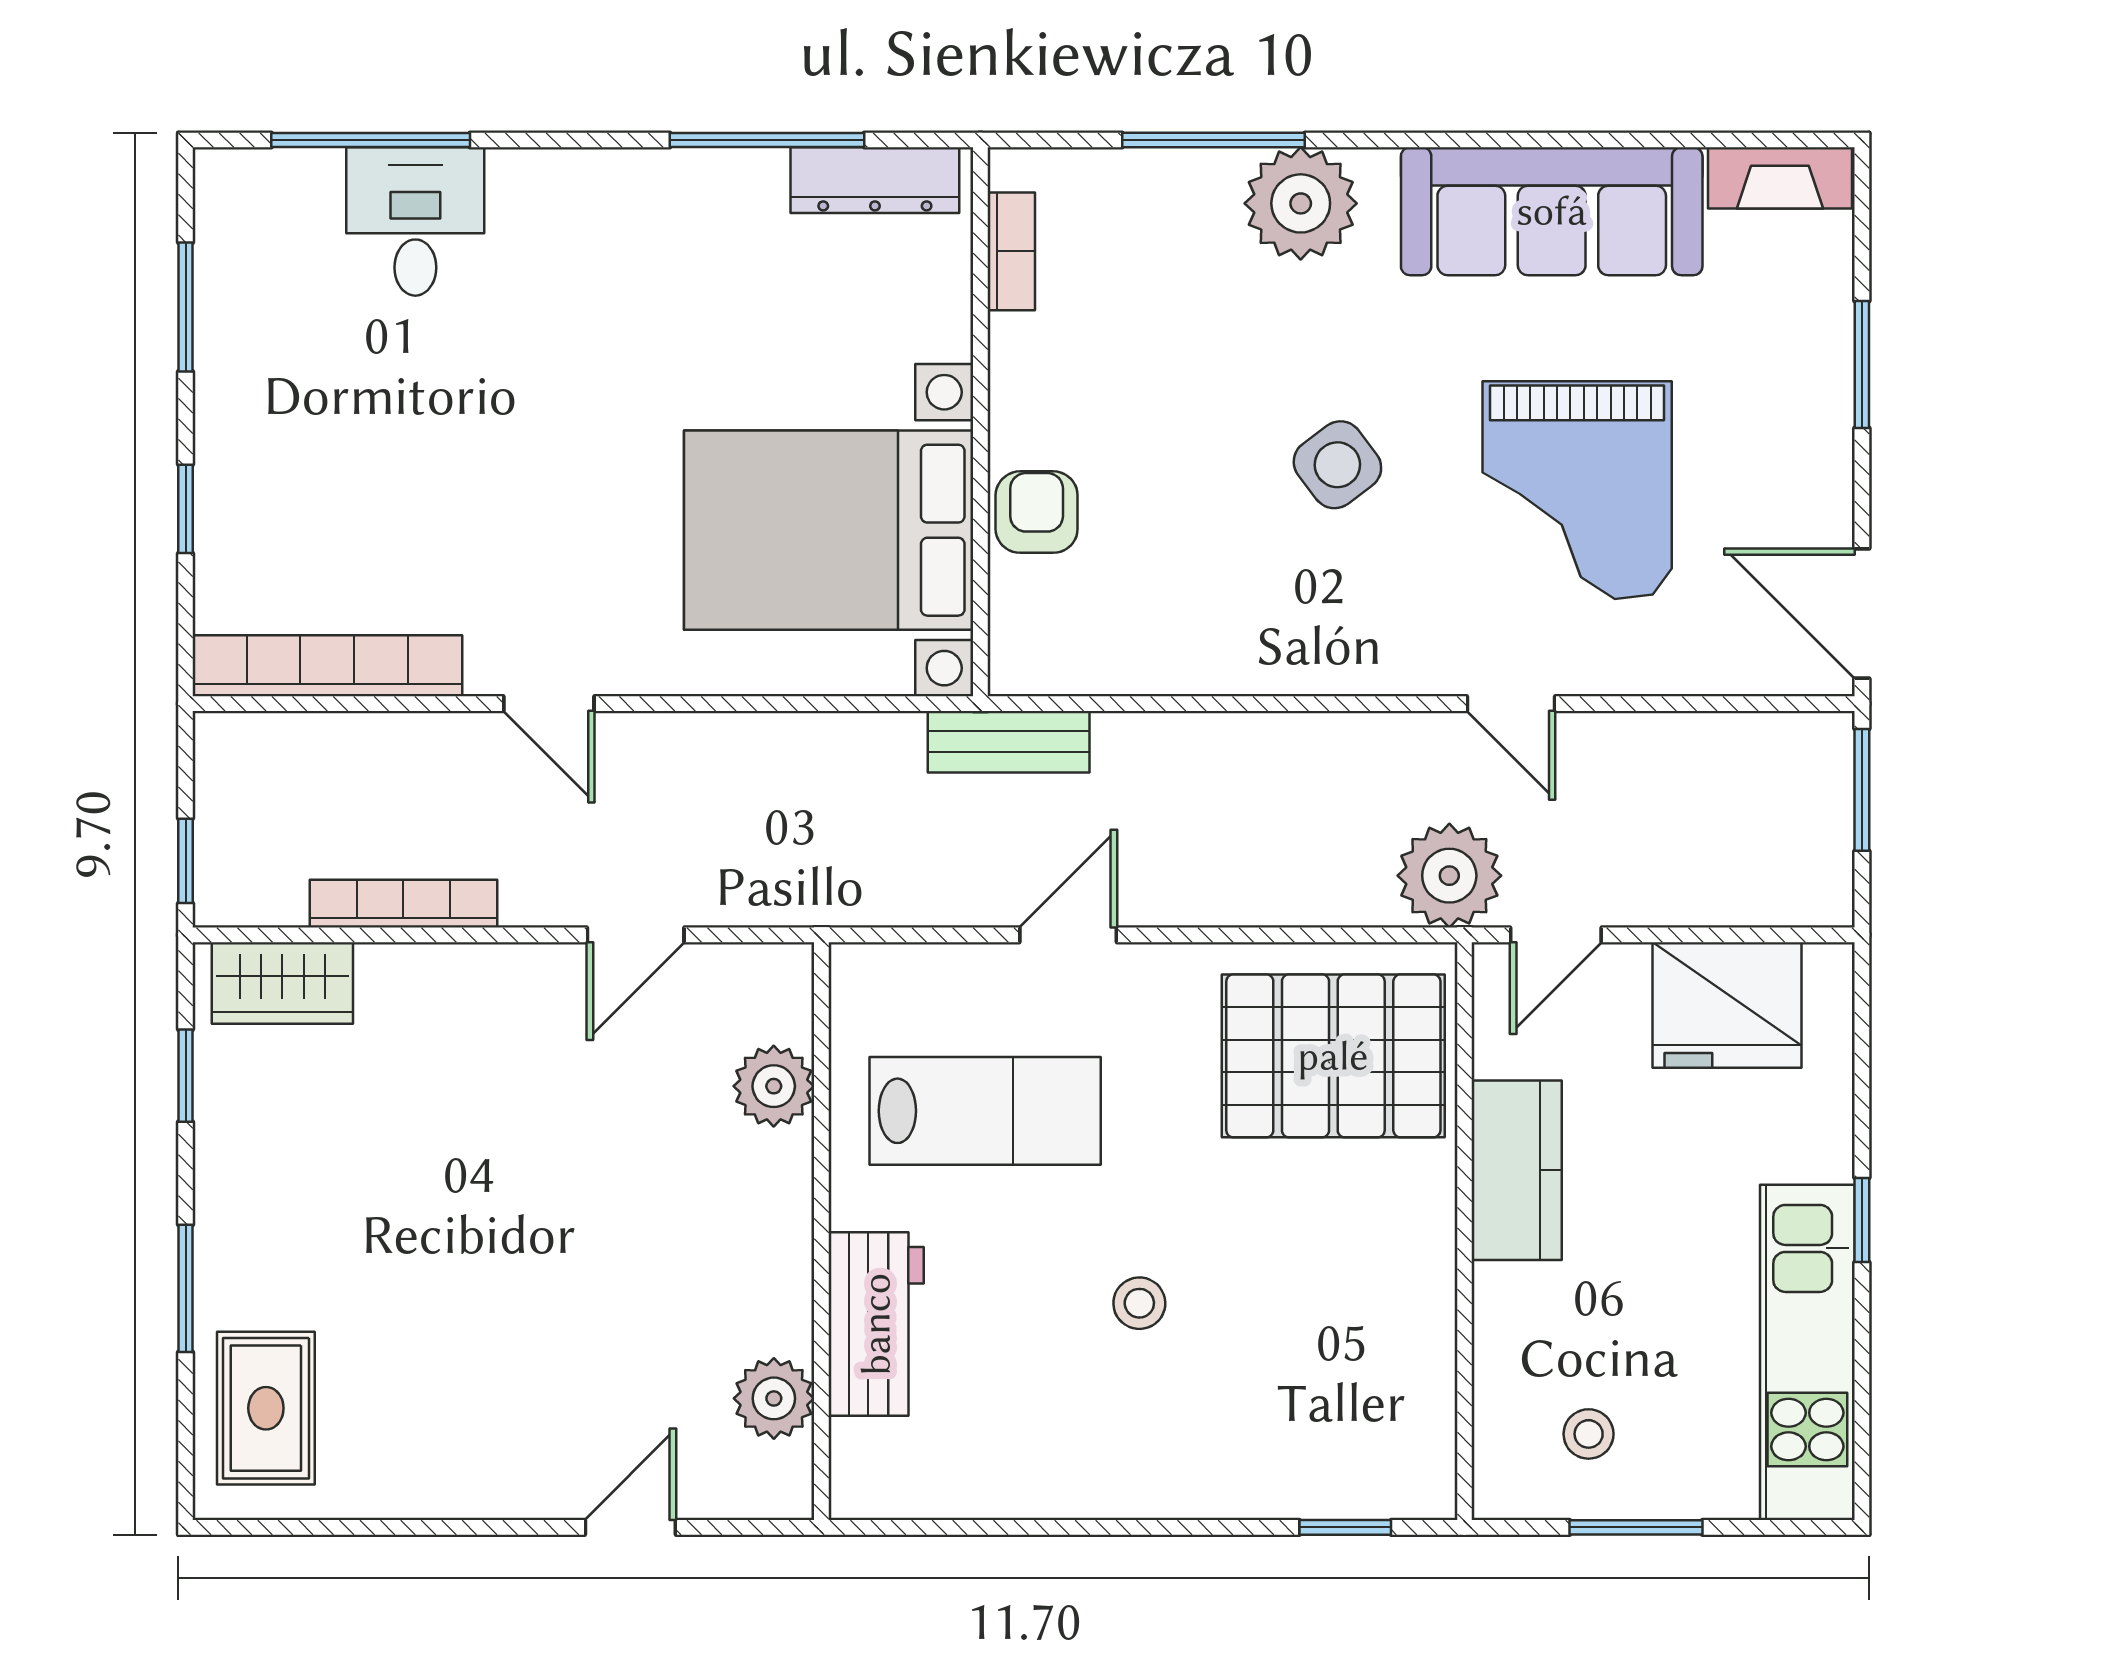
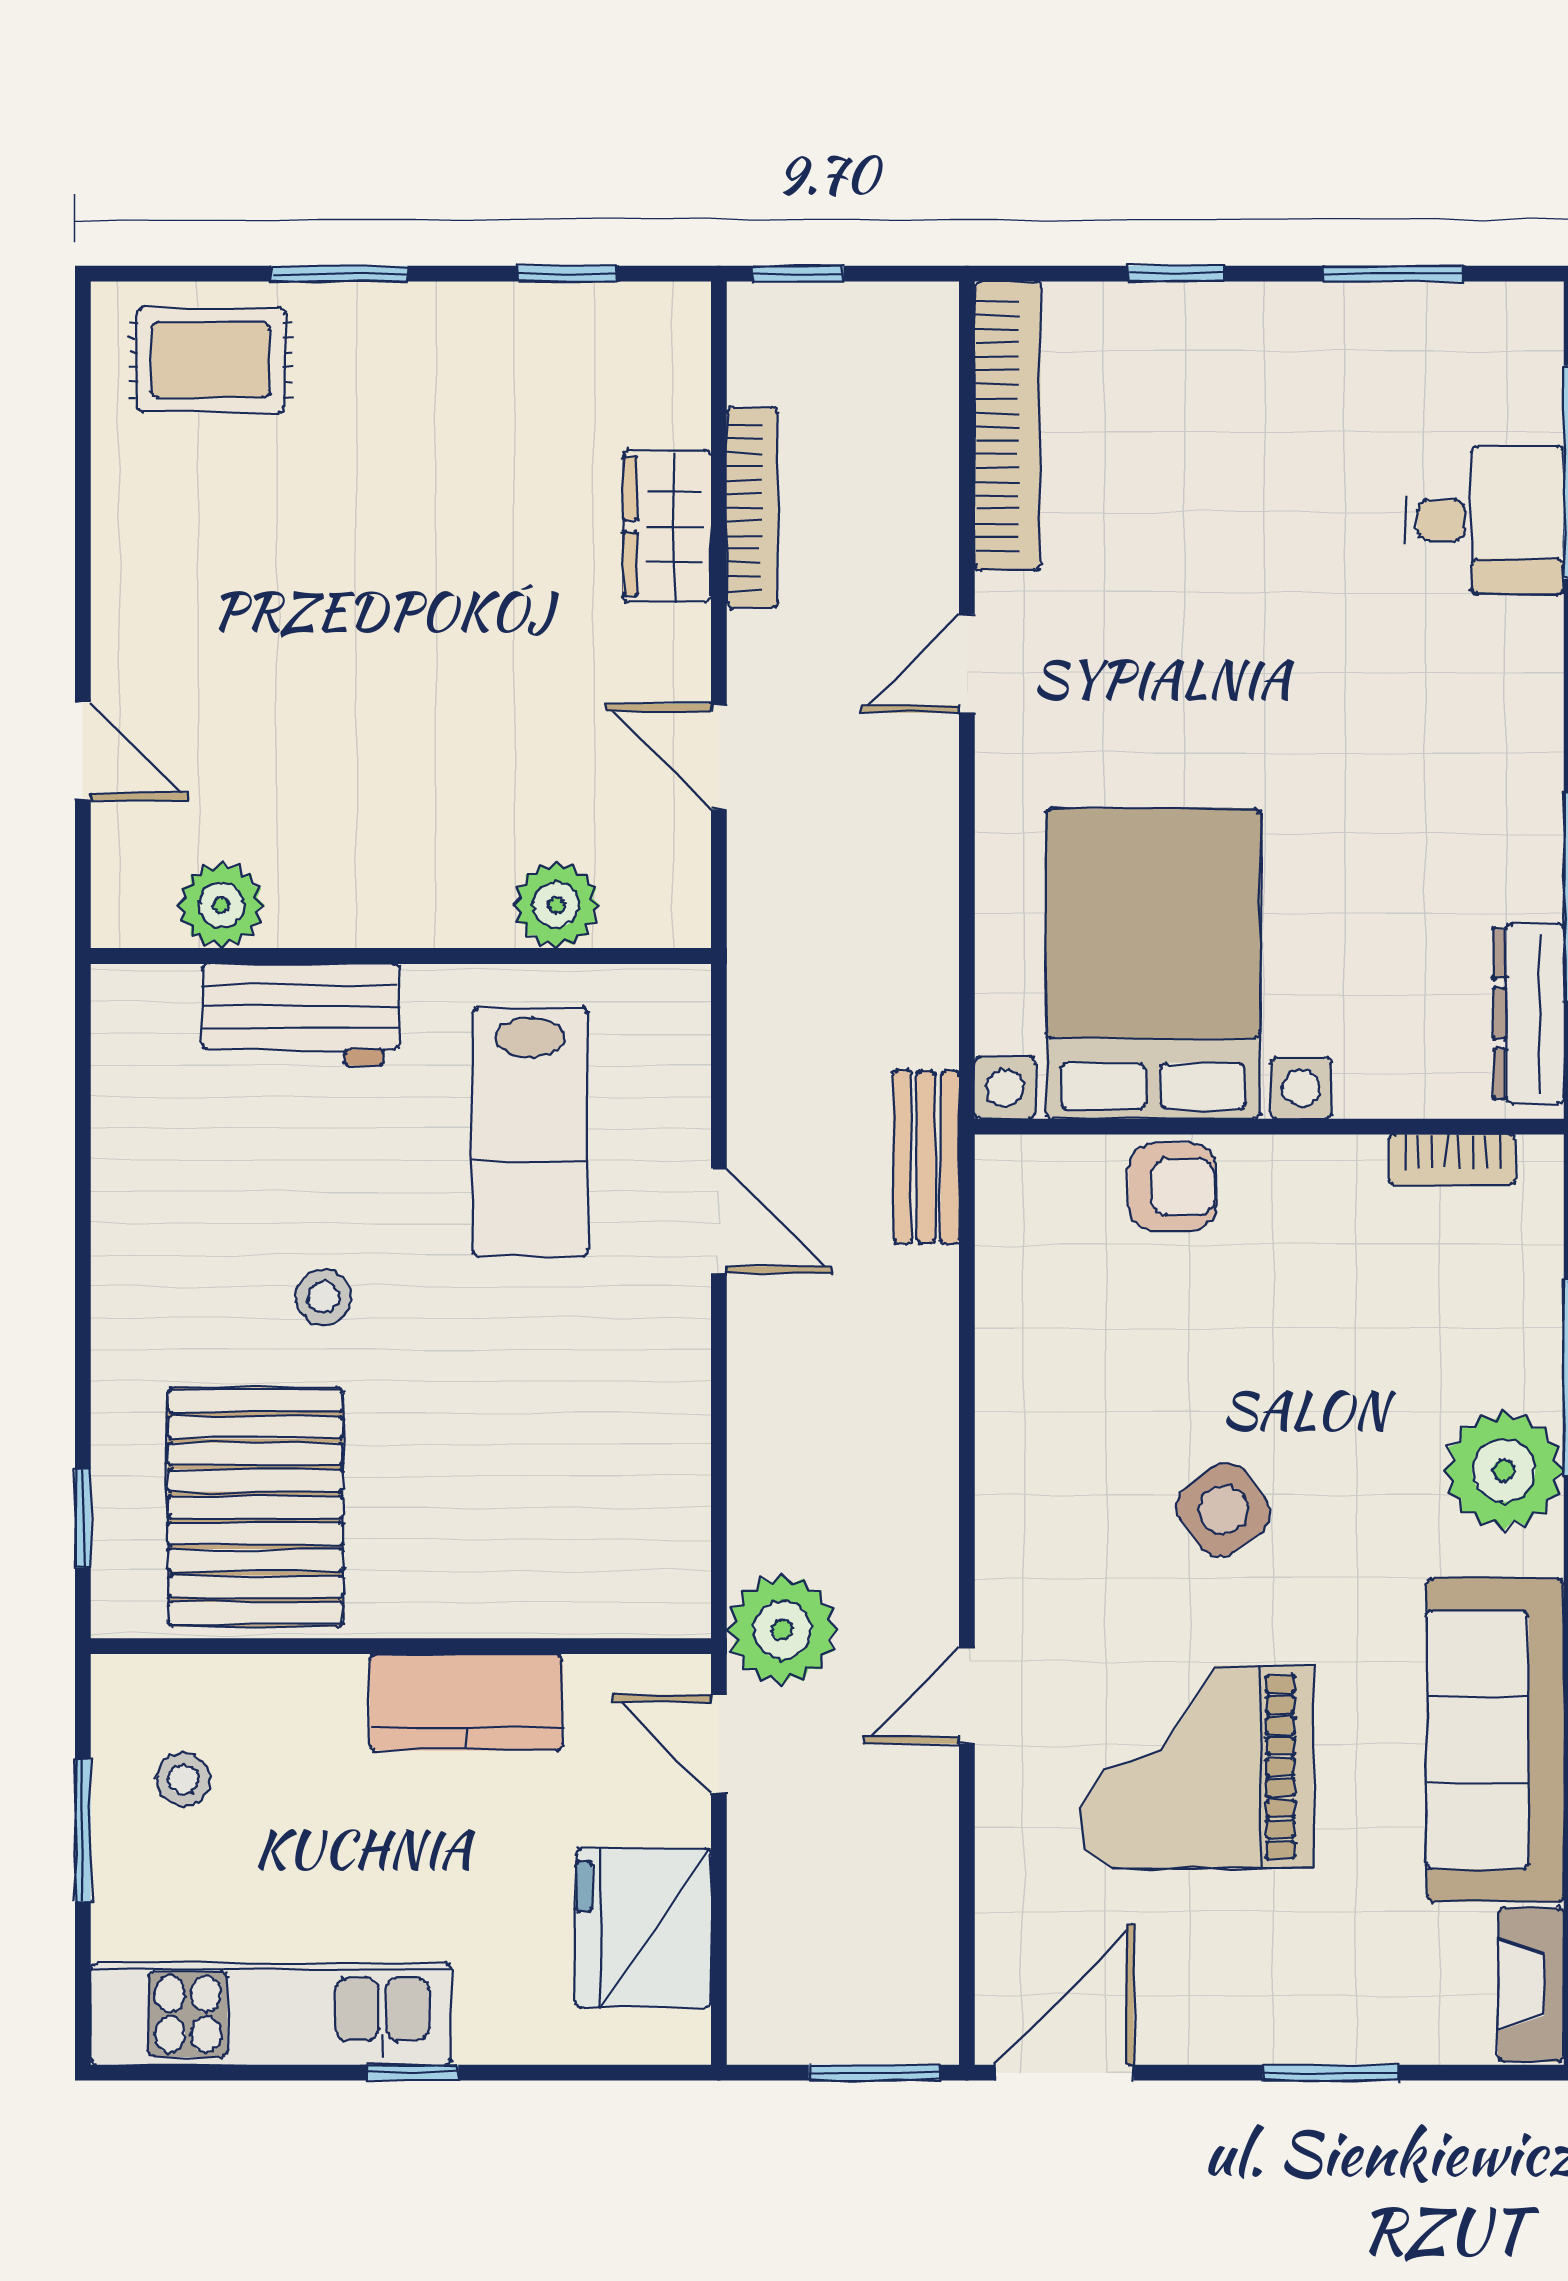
wardrobe: (282, 983) -> (667, 526), moved
pallet: (1333, 1056) -> (255, 1507), moved

